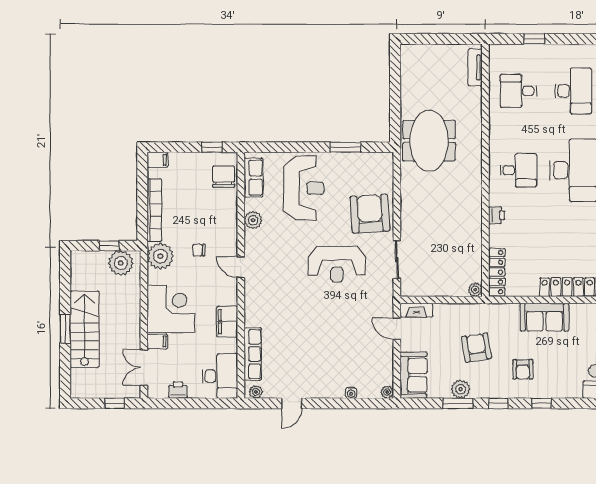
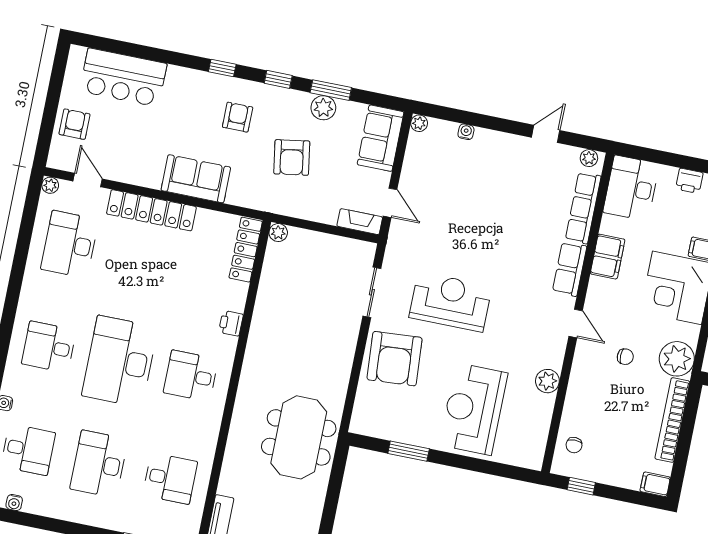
chair: (224, 177) -> (574, 445), width x0.54, depth x0.54
row of seats: (253, 177) -> (570, 269), moved

